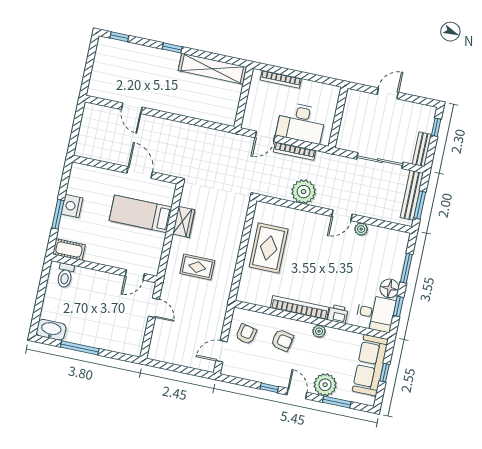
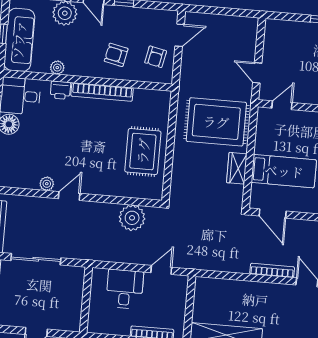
desk: (301, 123) -> (125, 289), width x0.73
bookcase: (295, 151) -> (272, 270), moved
door: (140, 173) -> (273, 213), moved
plant: (304, 192) -> (132, 218), moved
rug: (197, 267) -> (216, 122), width x1.86, depth x2.06
plant: (319, 331) -> (57, 68), moved

